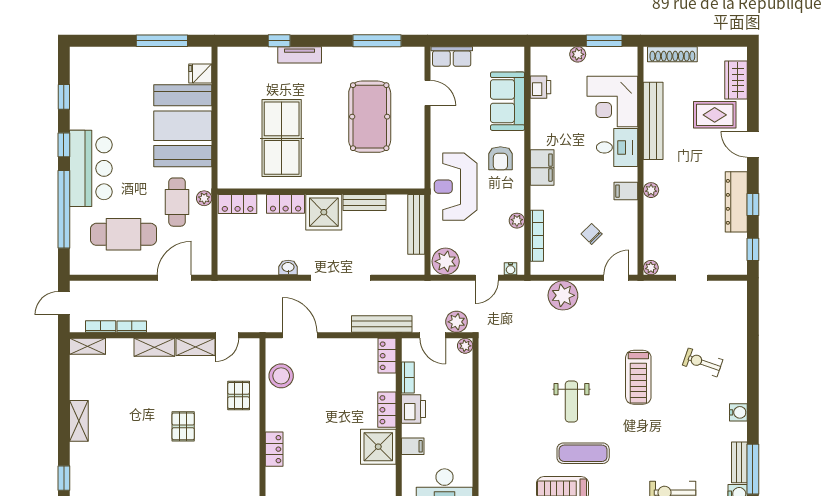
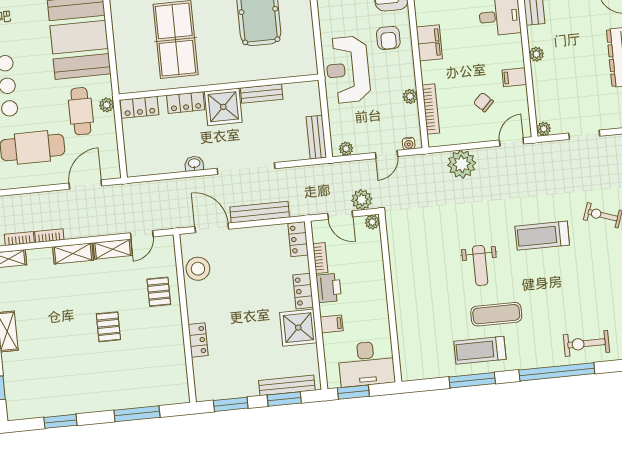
filing cabinet: (626, 191) -> (514, 77), moved
bench: (416, 224) -> (316, 137), moved, width x0.73
plant: (446, 261) -> (346, 149), width x0.53, depth x0.53
bench: (382, 324) -> (260, 212), moved
treadmill: (638, 377) -> (542, 236), turned 90

